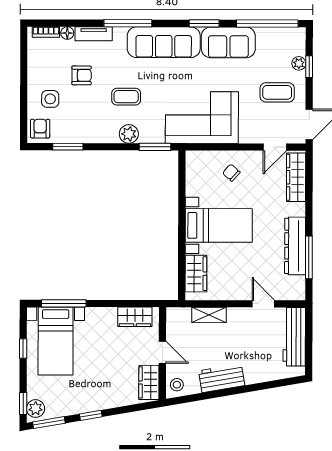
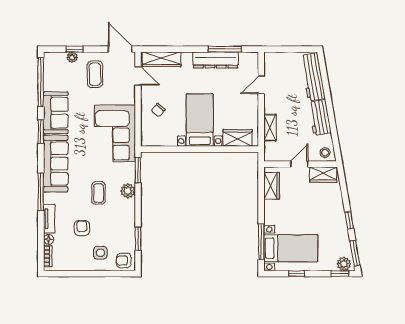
workbench: (294, 337) -> (313, 77), moved, turned 80

